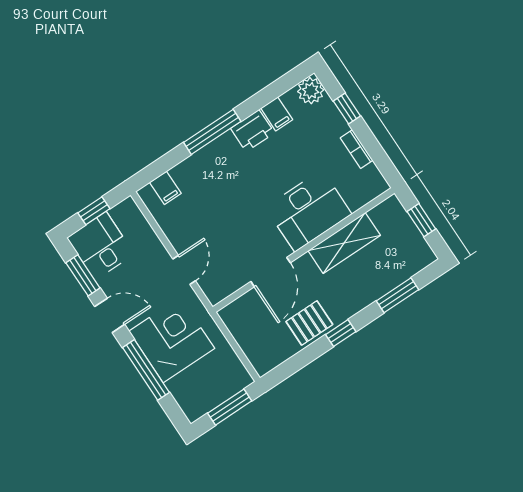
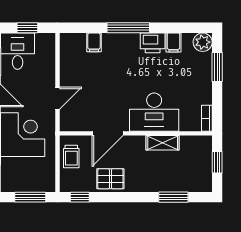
window: (347, 108) -> (217, 67), width x1.50
bookcase: (357, 149) -> (207, 118), moved
filing cabinet: (165, 188) -> (94, 42), moved
shelving: (344, 243) -> (163, 143), width x0.67, depth x0.75
trolley: (246, 328) -> (71, 157), added
window: (341, 333) -> (80, 197), moved

